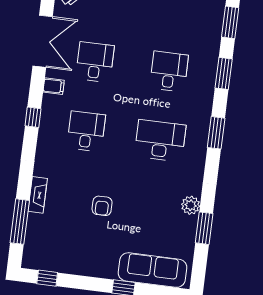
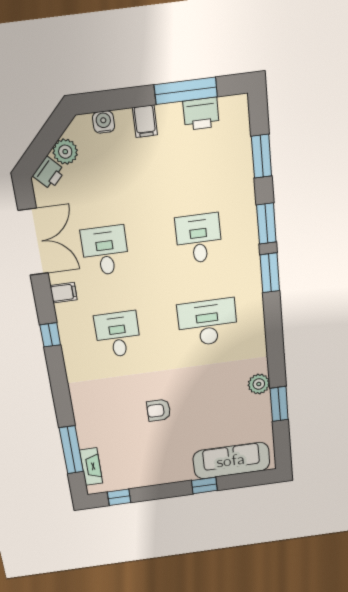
window: (216, 133) -> (270, 273), moved
fireplace: (38, 195) -> (91, 467), moved
armchair: (102, 206) -> (159, 410), turned 90

